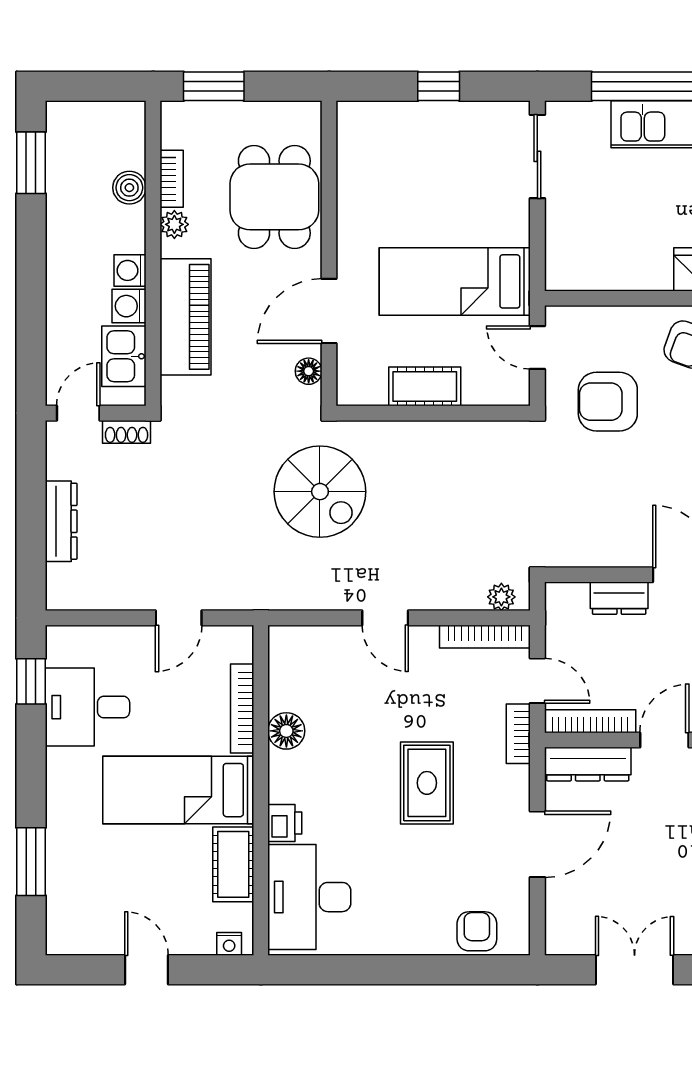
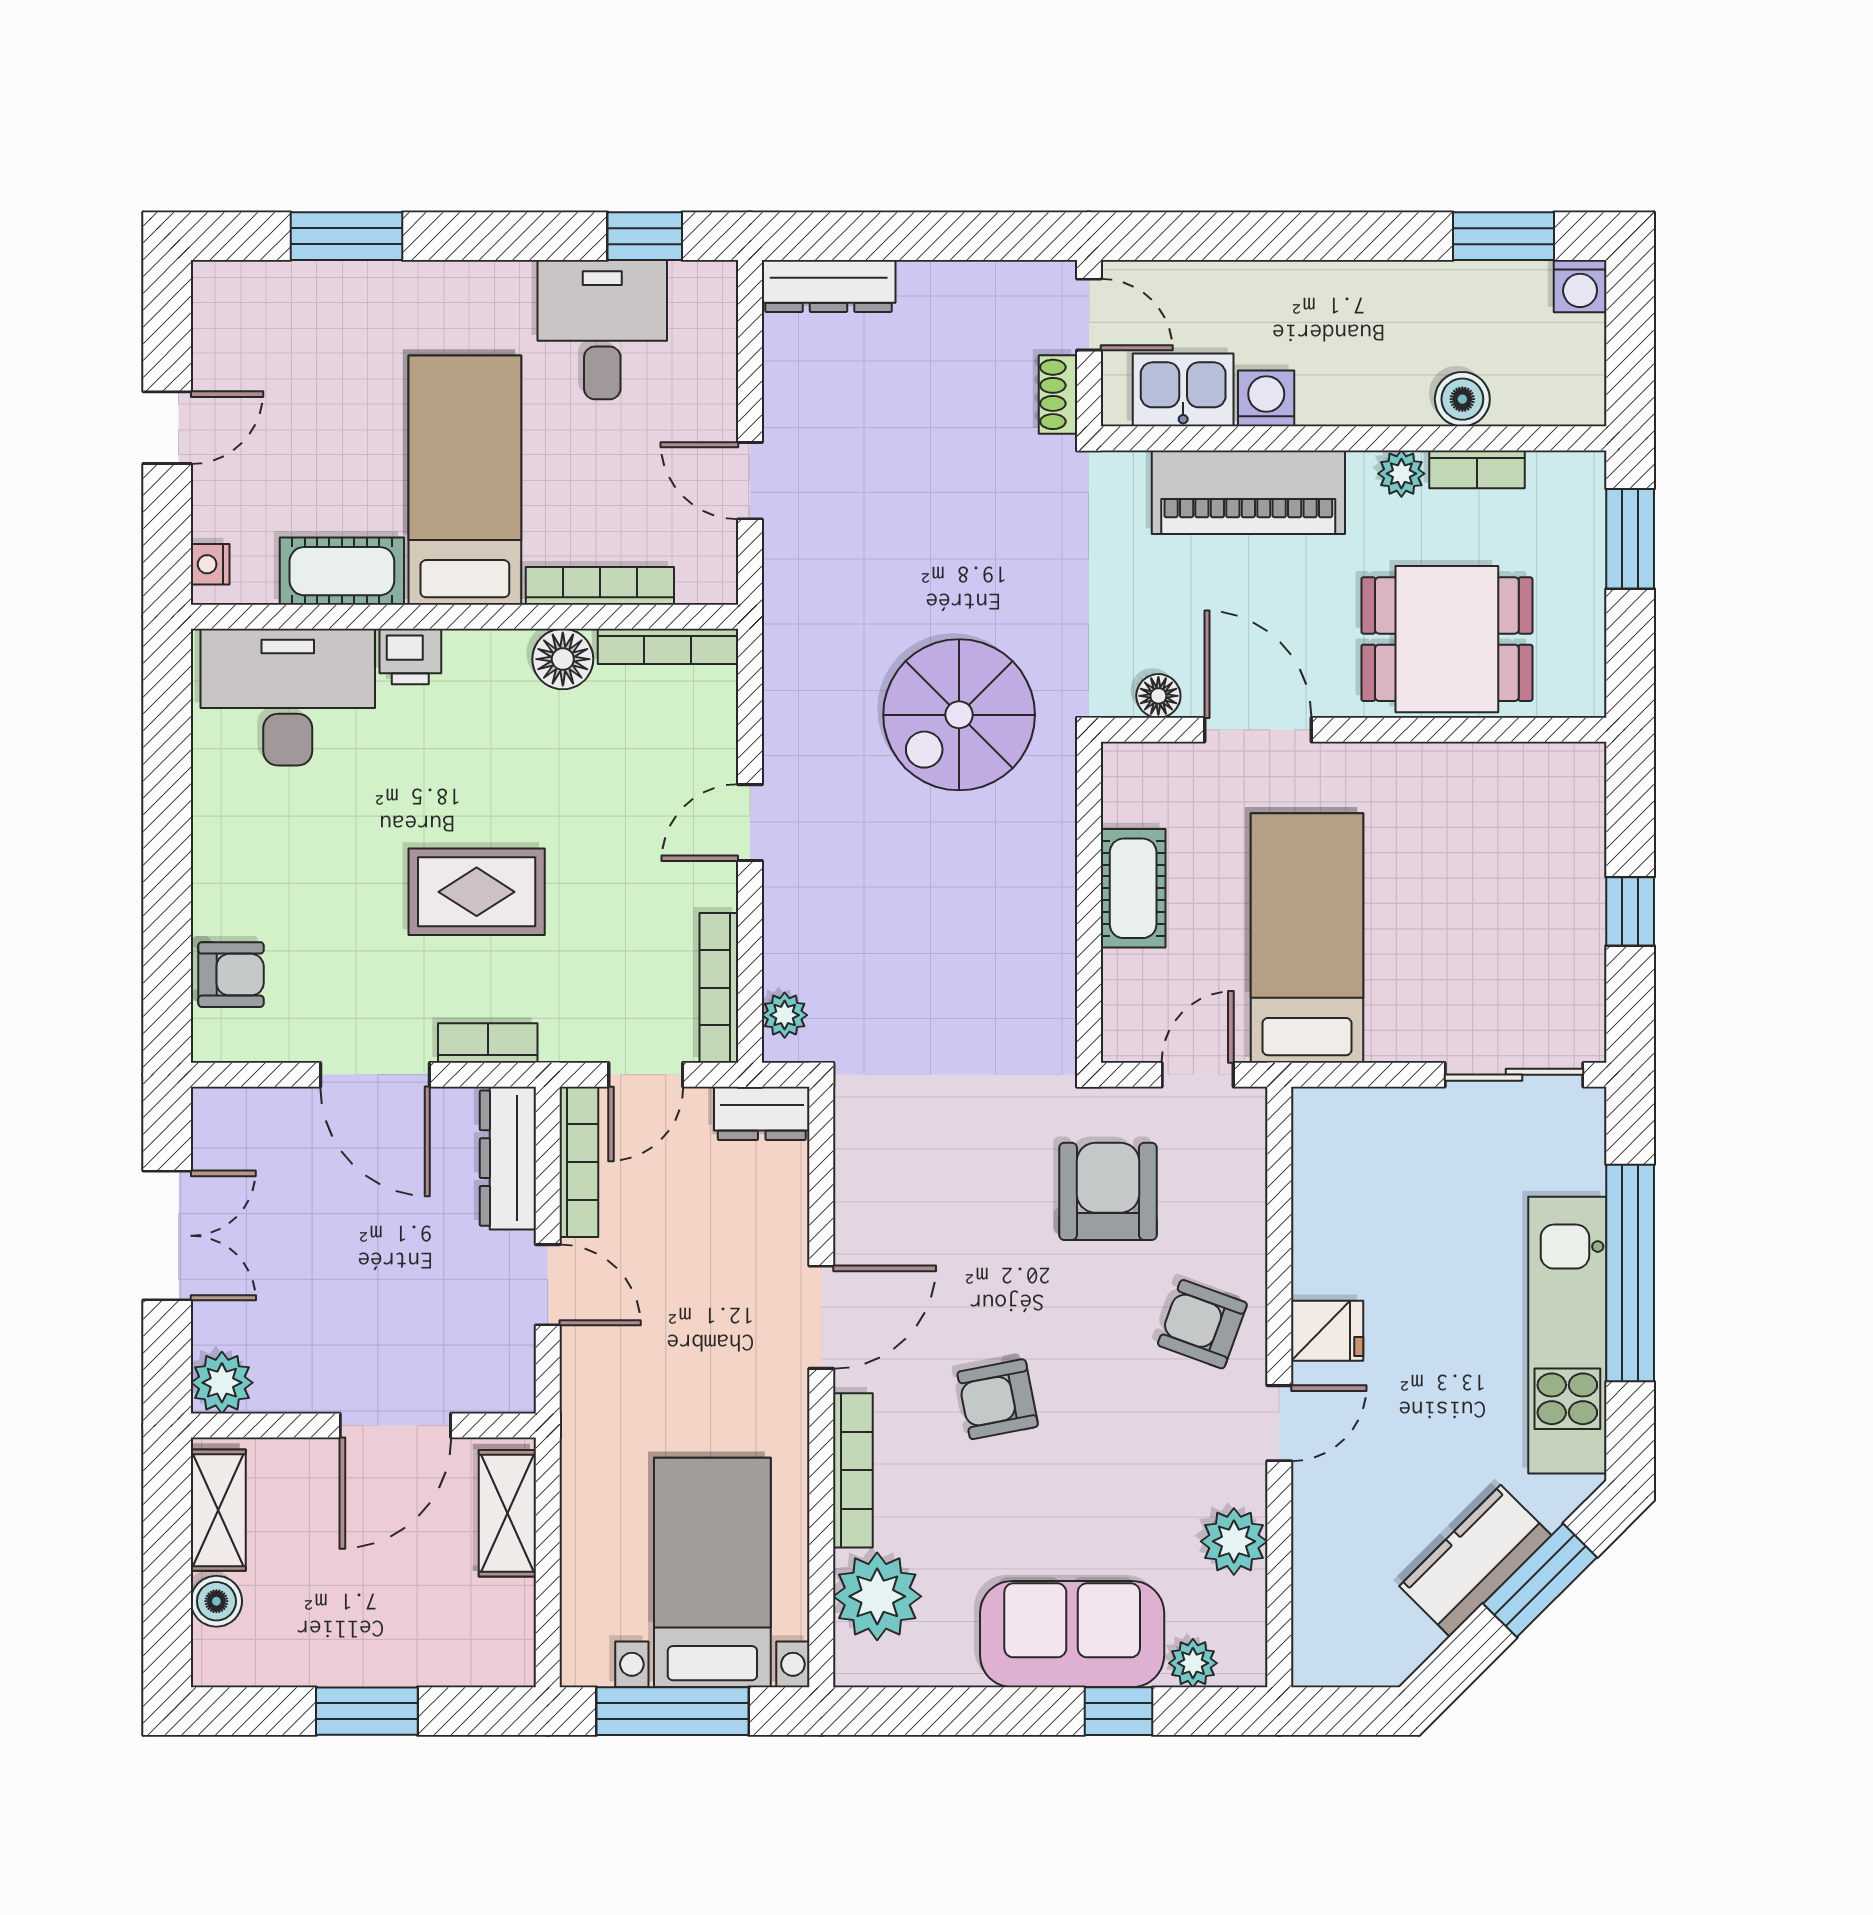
washing machine: (130, 270) -> (1580, 286), moved, turned 180
dresser: (61, 521) -> (829, 286), moved
dresser: (619, 598) -> (762, 1113), moved, turned -90
bookcase: (279, 668) -> (667, 646), added
bookcase: (518, 734) -> (488, 1043), moved

